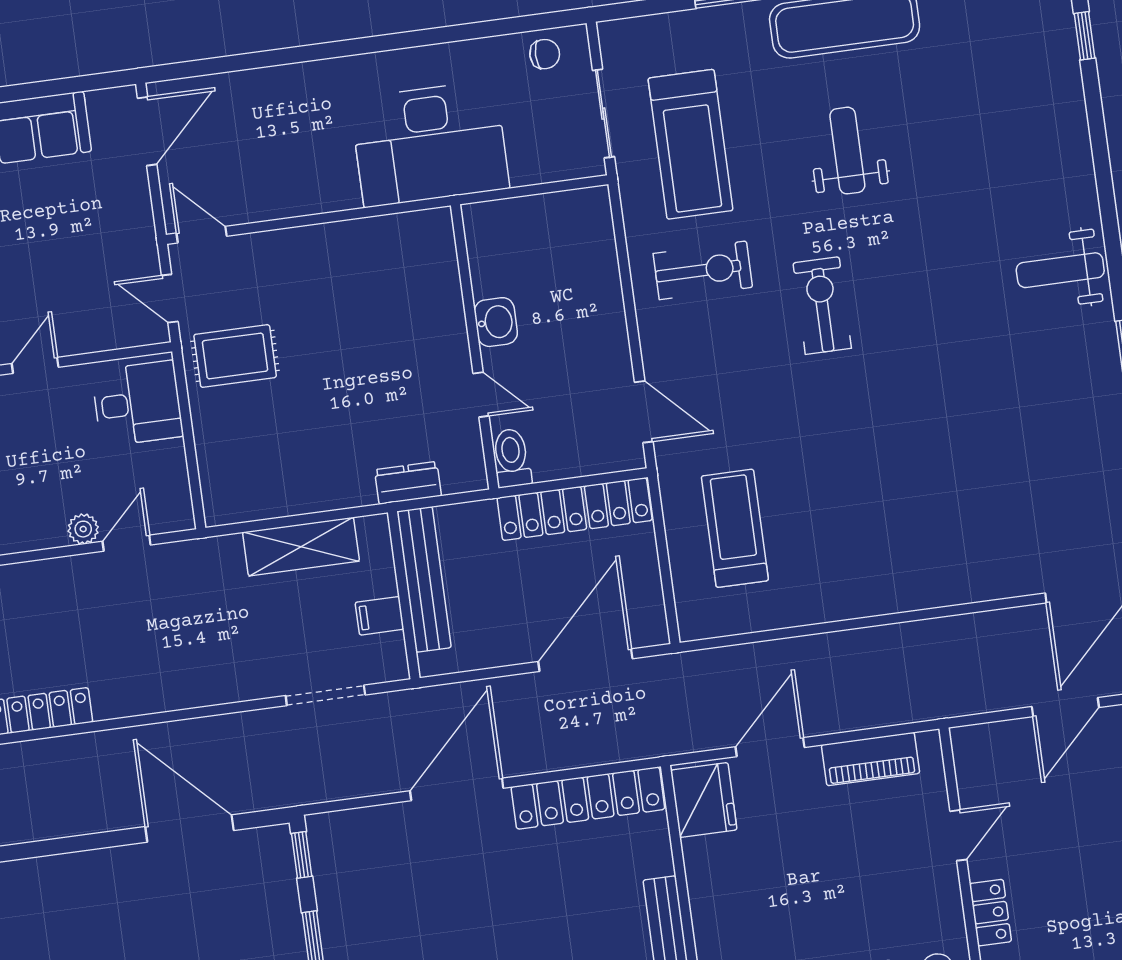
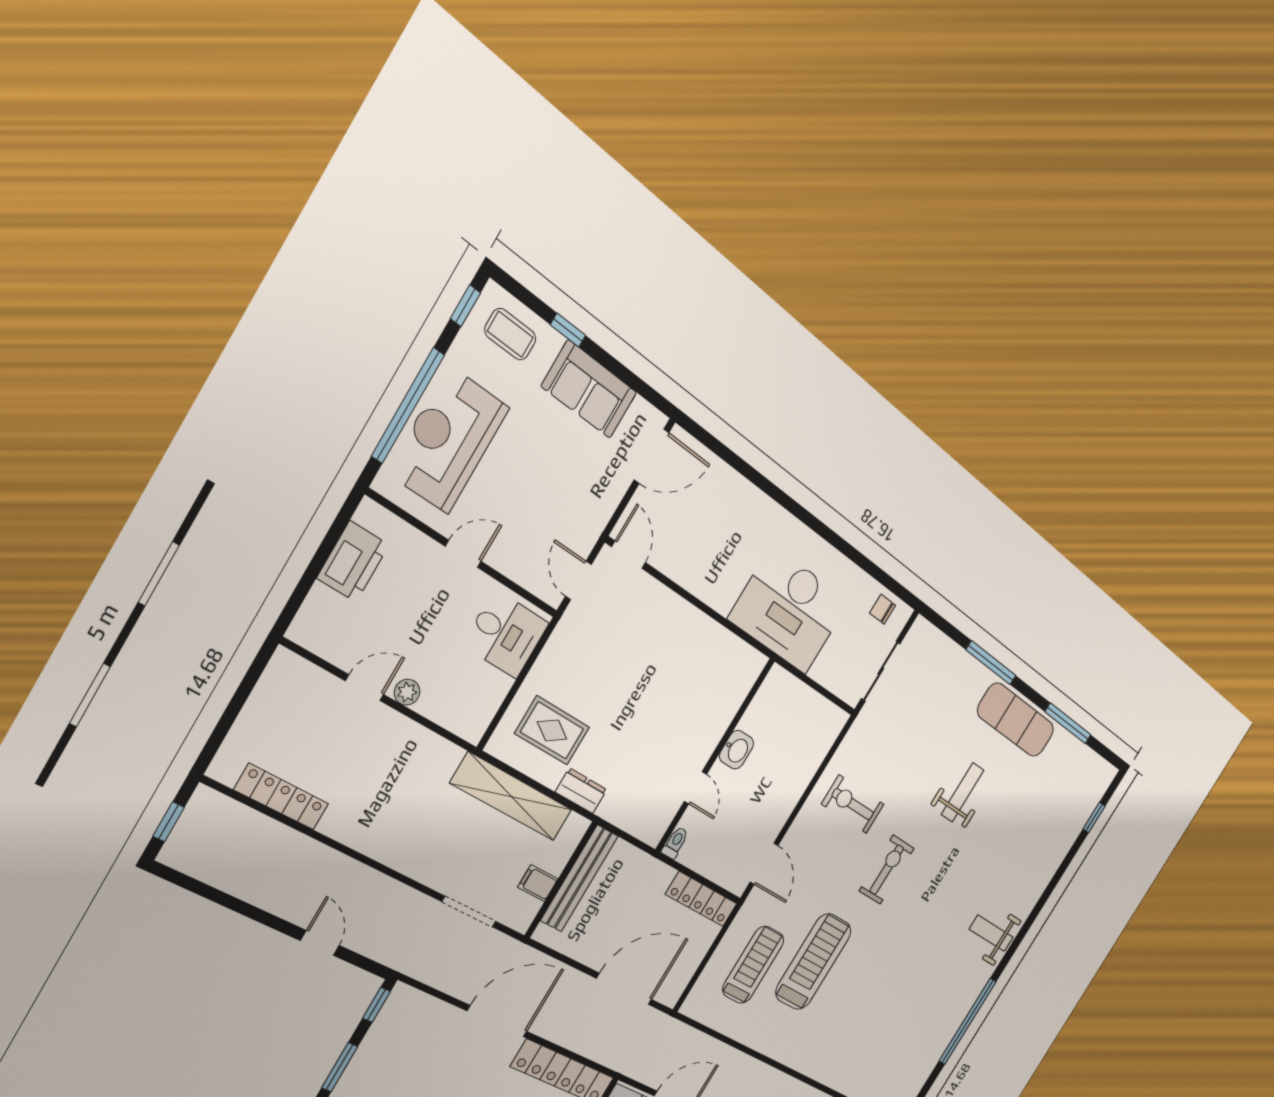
chair: (545, 54) -> (883, 609), turned 180
treadmill: (690, 144) -> (813, 962), moved, turned 180
exercise bike: (703, 270) -> (853, 804), turned 180
rug: (235, 356) -> (552, 730), moved
toilet: (512, 458) -> (675, 843), width x0.73, depth x0.72
dresser: (408, 483) -> (581, 791), moved
locker: (575, 509) -> (701, 899), width x0.71, depth x0.83
door: (127, 543) -> (365, 688), moved
shelving: (301, 547) -> (512, 797), width x1.47
door: (190, 828) -> (320, 943), width x0.53

